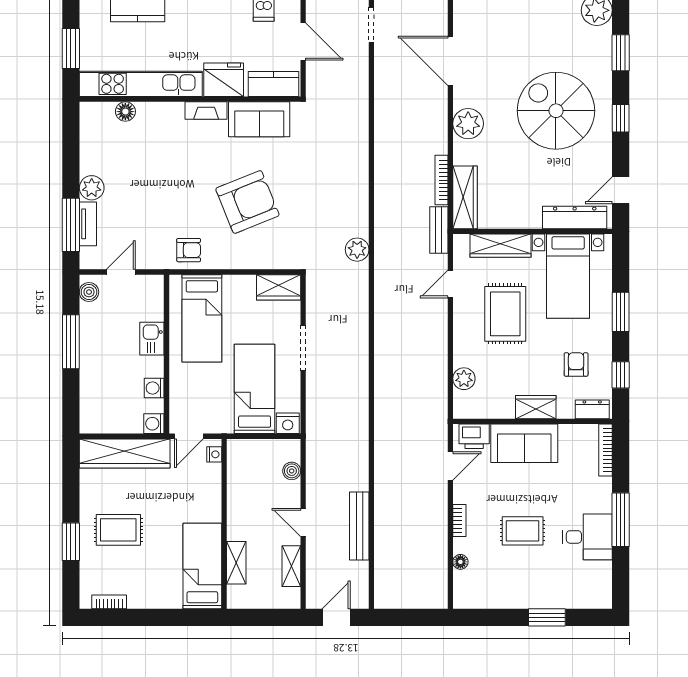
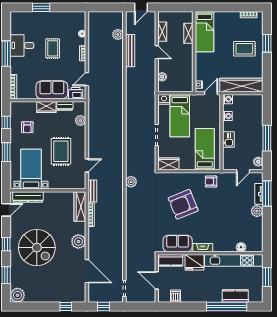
wardrobe: (500, 246) -> (63, 184), removed
dresser: (592, 409) -> (65, 106), moved
rug: (523, 531) -> (53, 48), turned 90
plant: (385, 560) -> (118, 34), added

